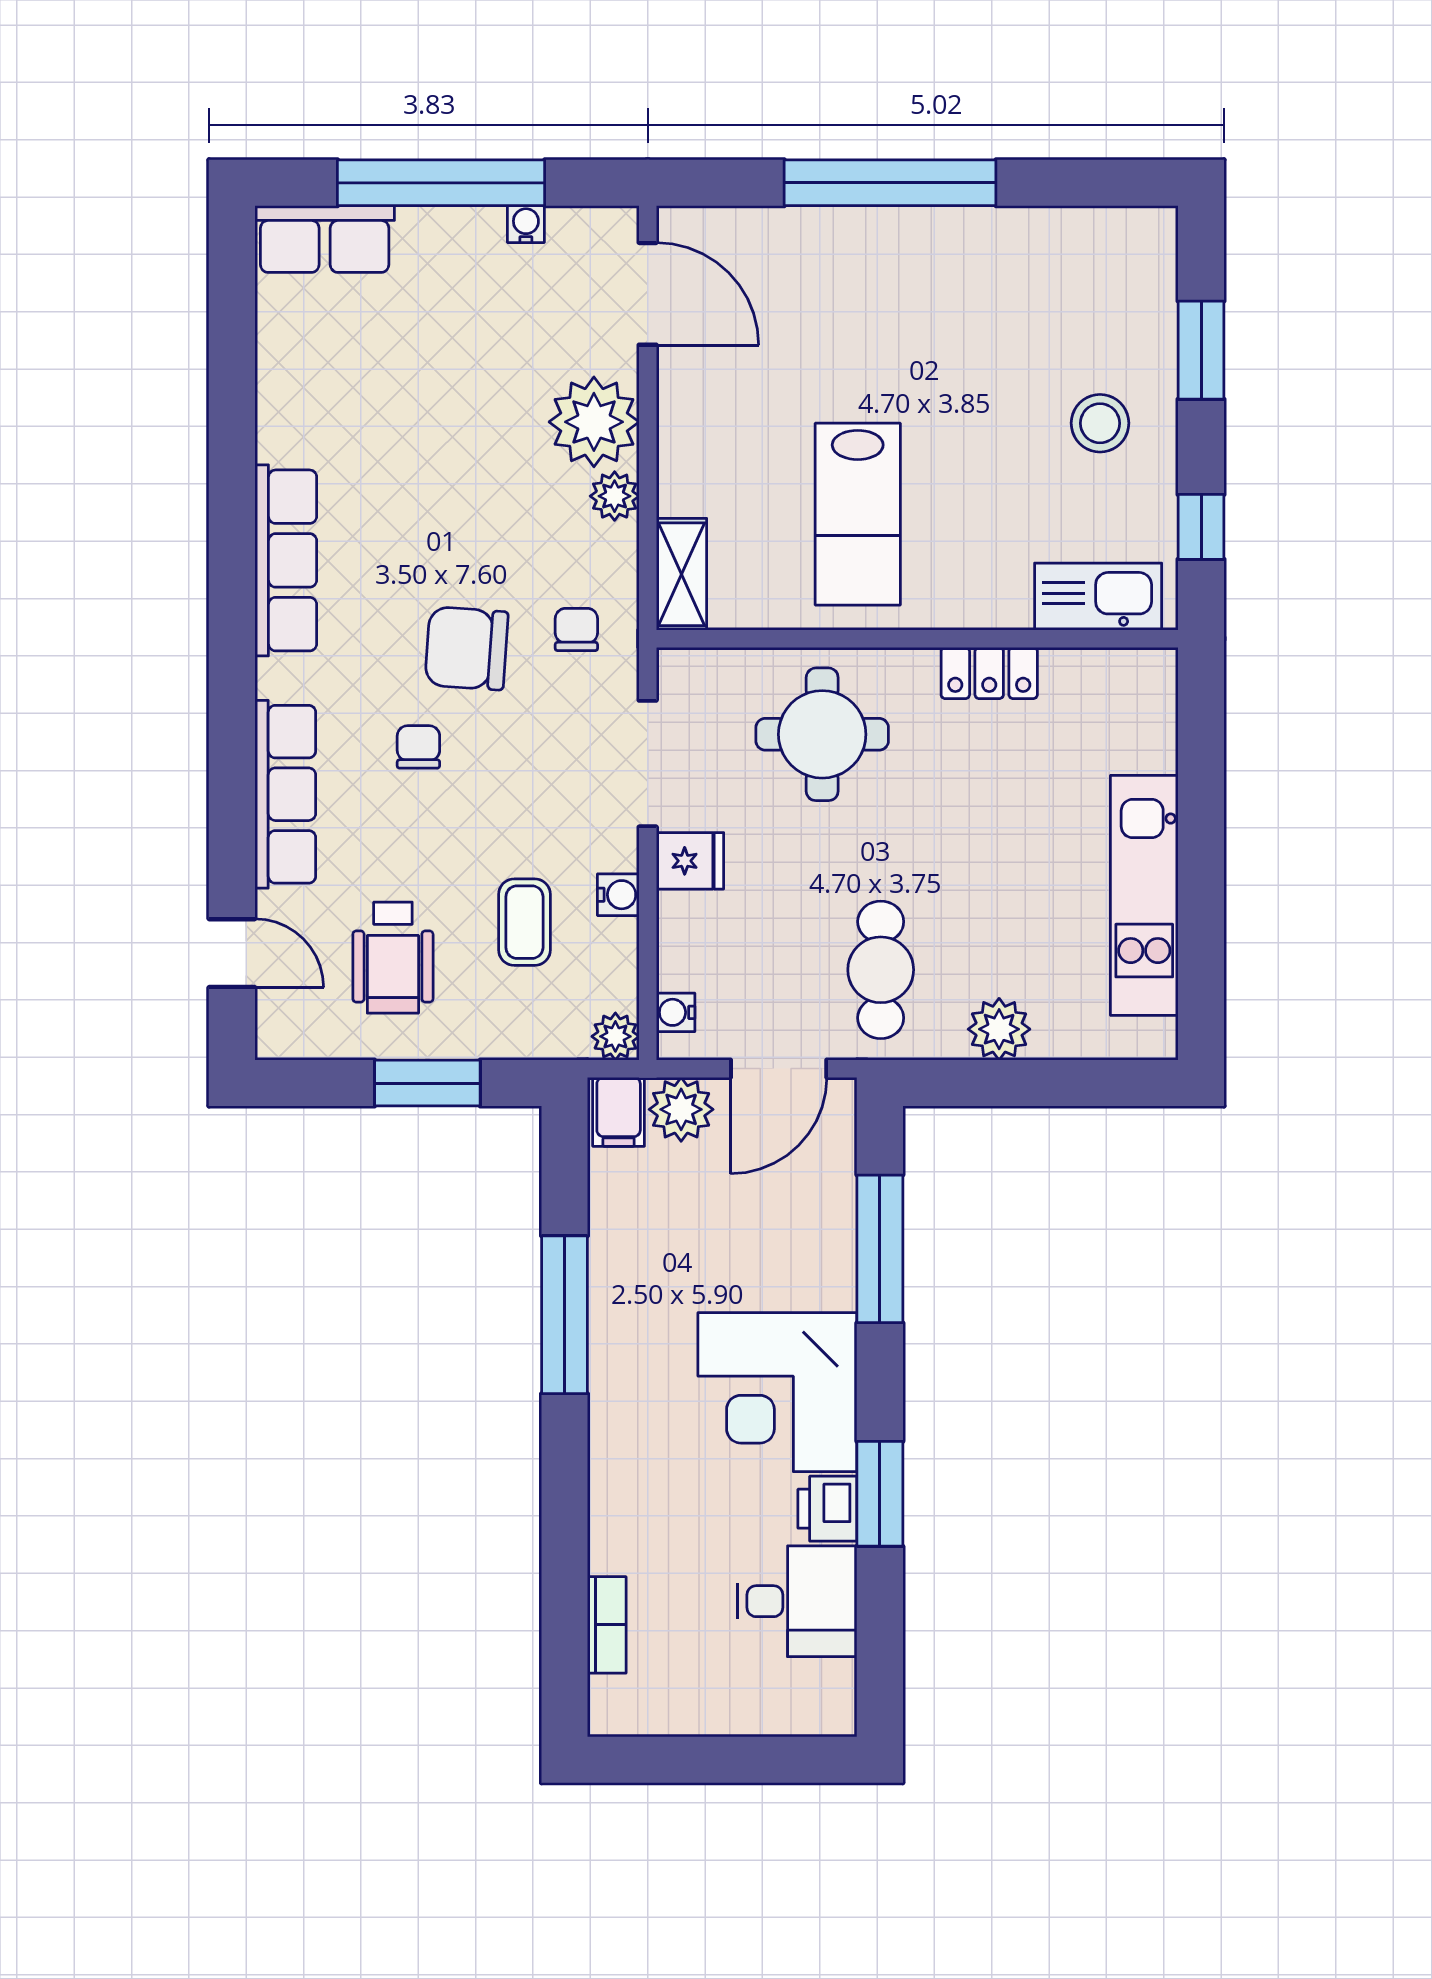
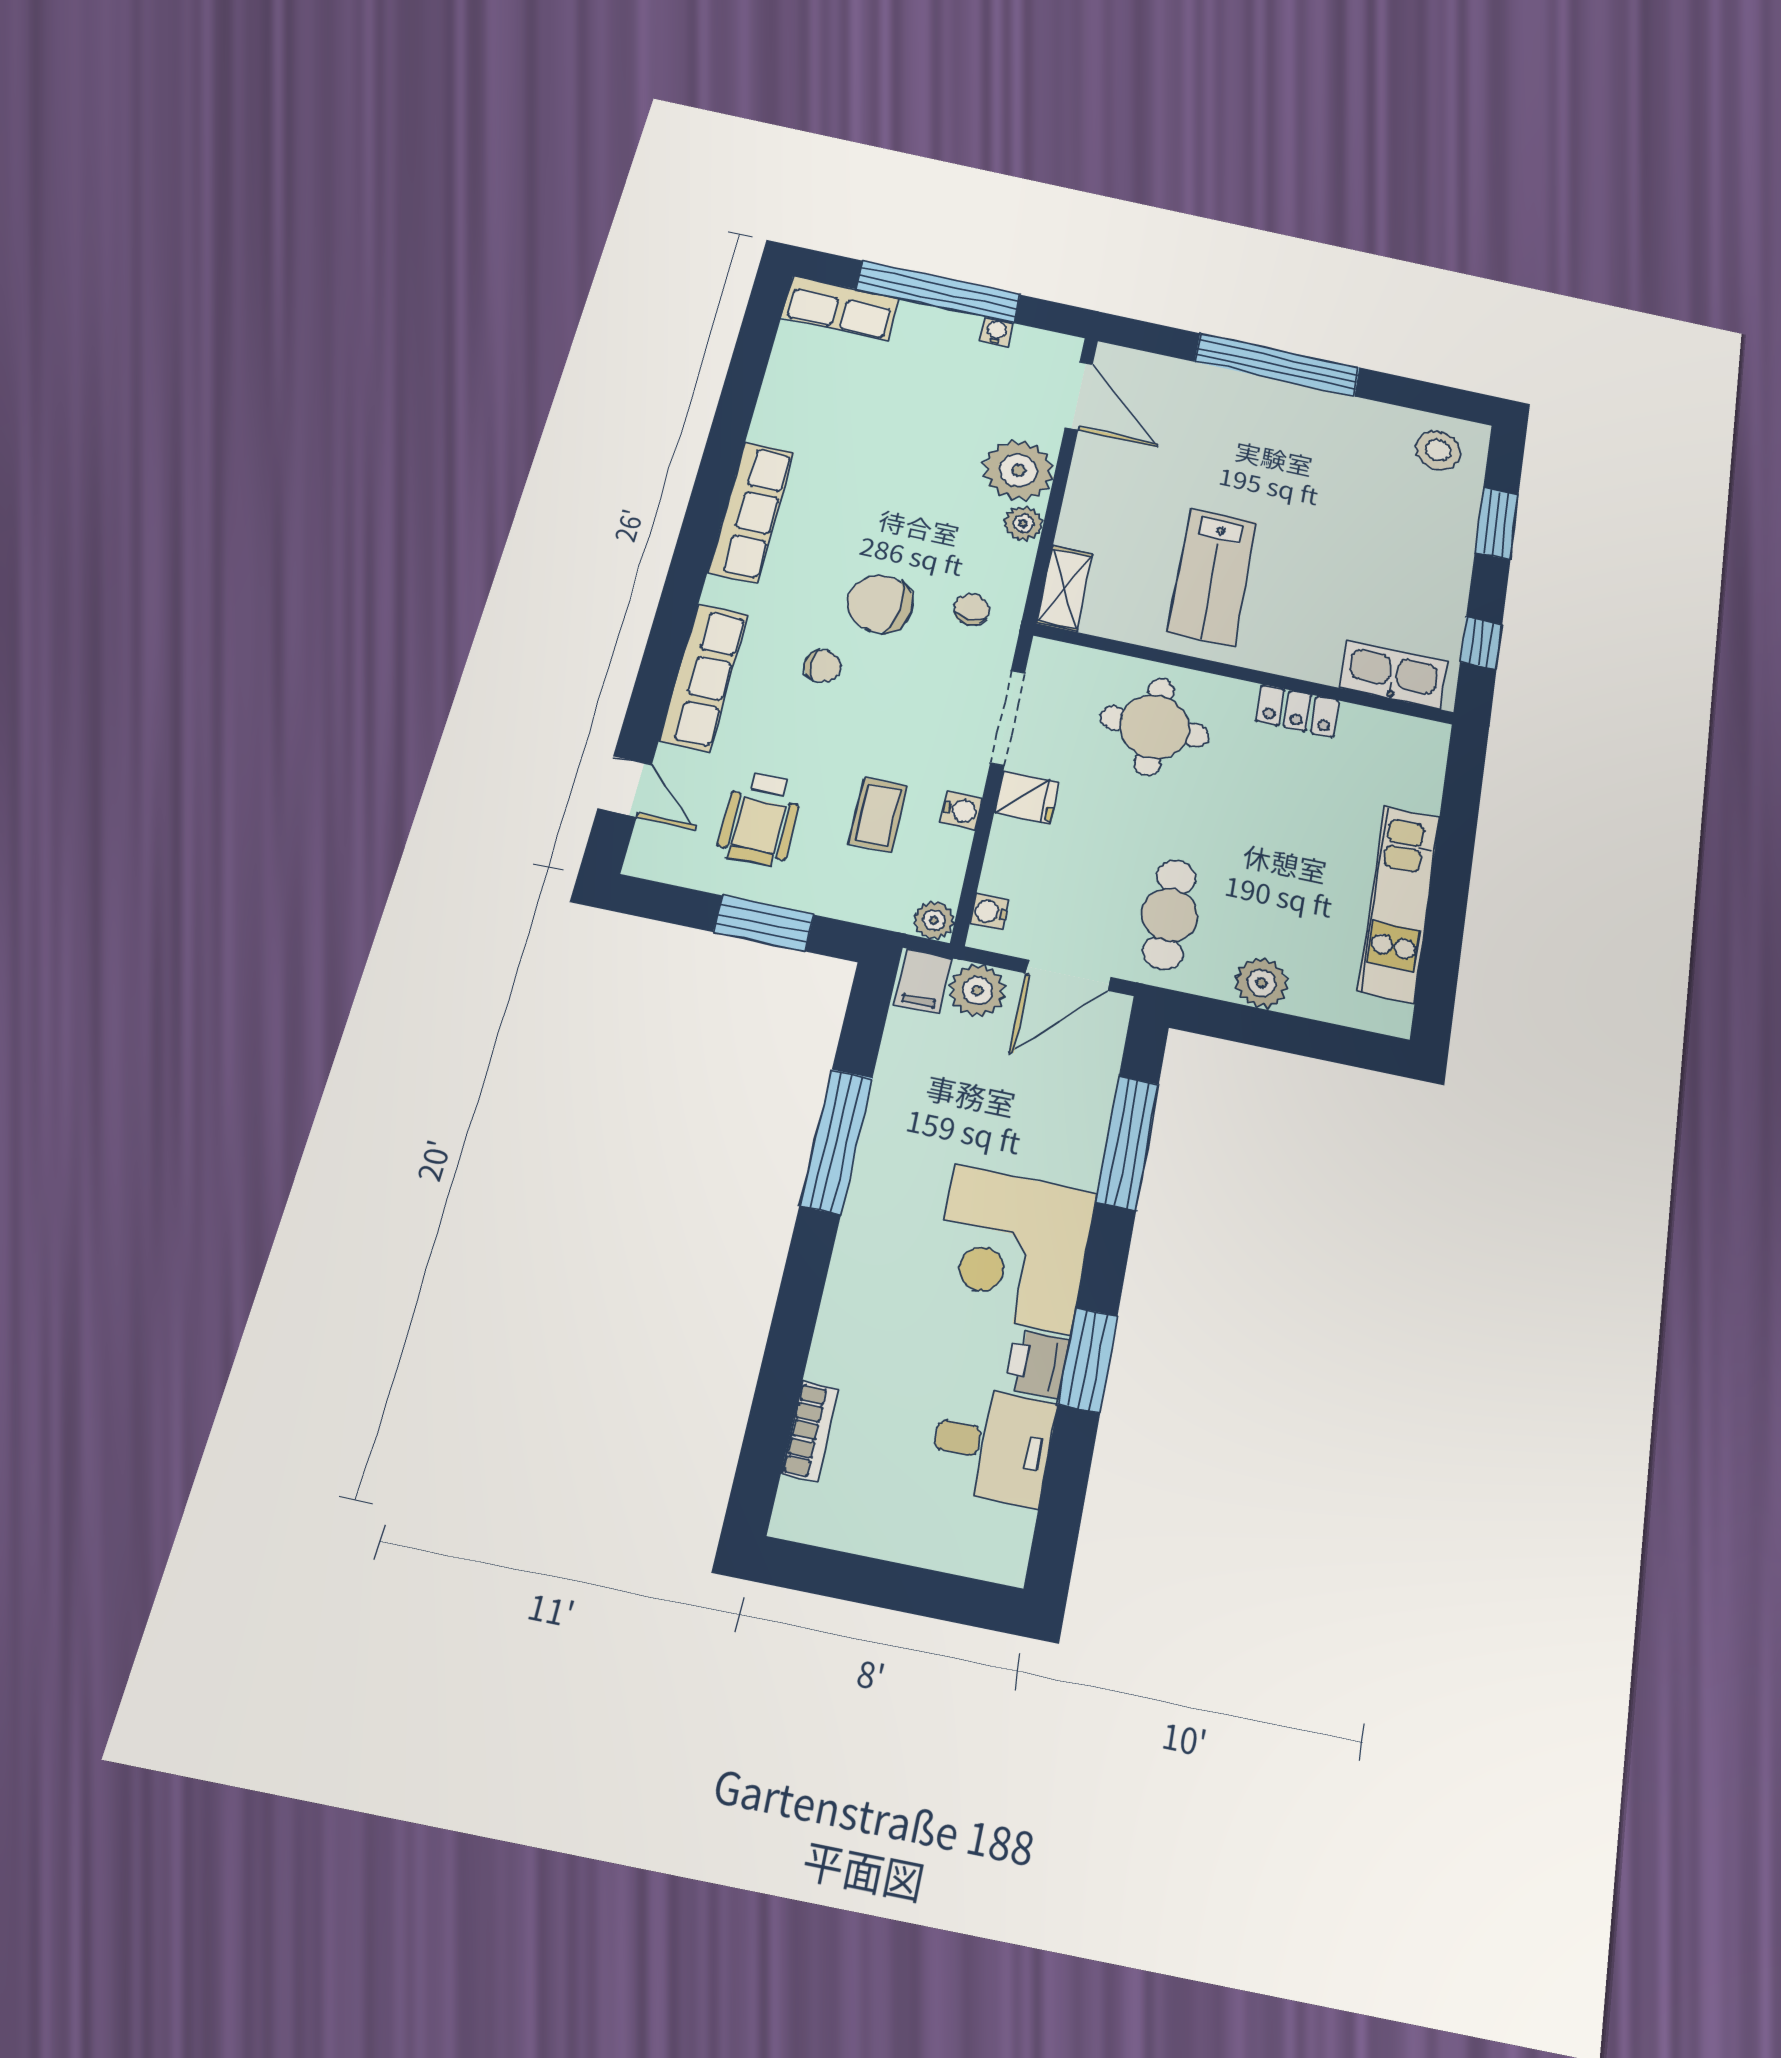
stool: (1100, 423) -> (1438, 450), moved
chair: (418, 747) -> (823, 666), turned 90

